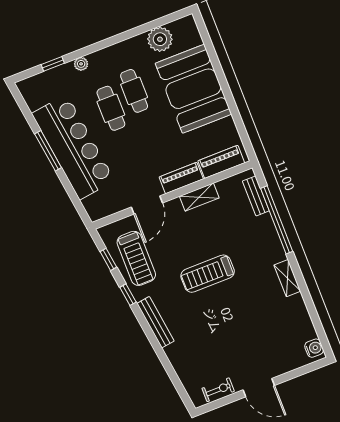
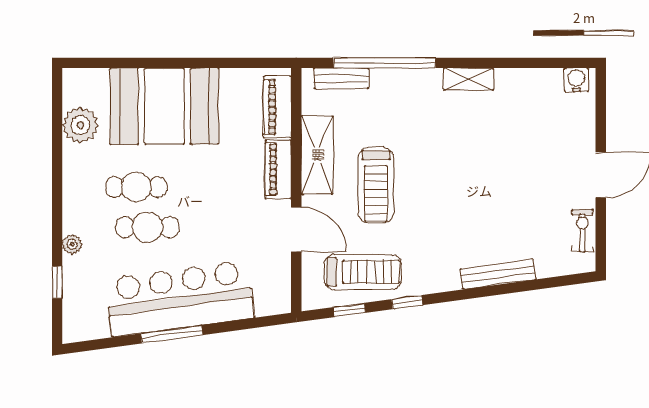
shelving: (199, 197) -> (317, 155), width x1.50, depth x1.33
treadmill: (208, 274) -> (376, 185), moved
bench: (155, 322) -> (498, 274), moved

